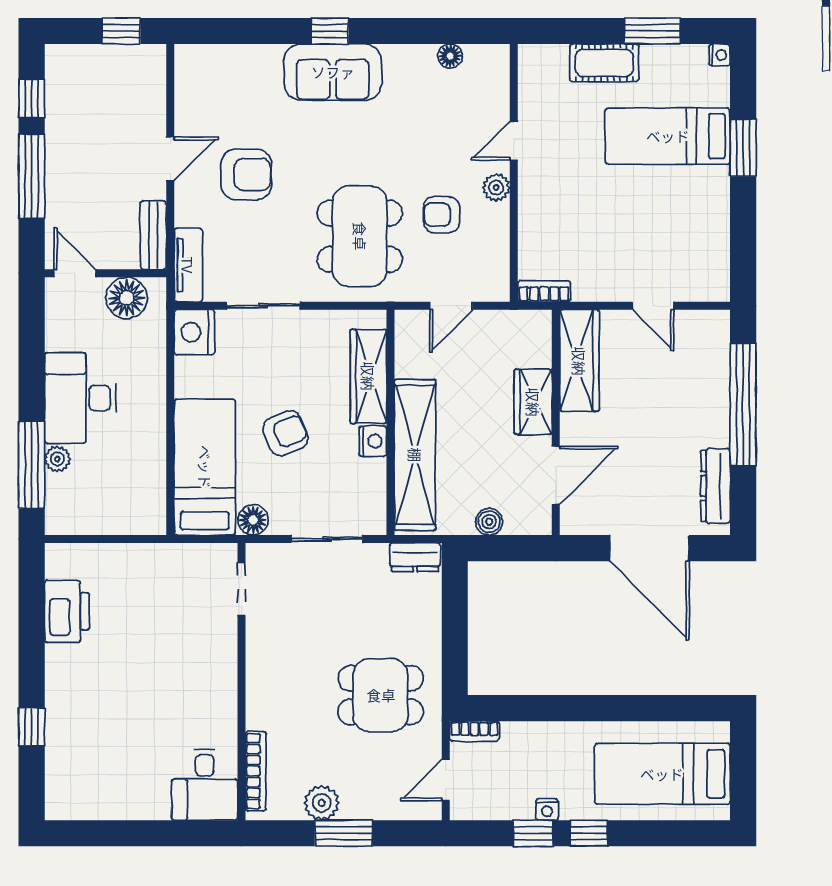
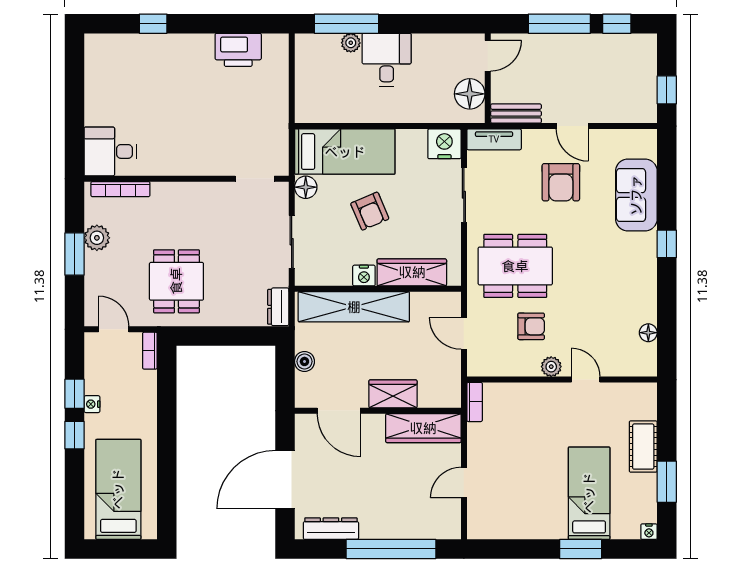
sofa: (333, 72) -> (636, 195), moved
armchair: (441, 215) -> (531, 326), turned 90
desk: (80, 398) -> (387, 60), width x0.73

